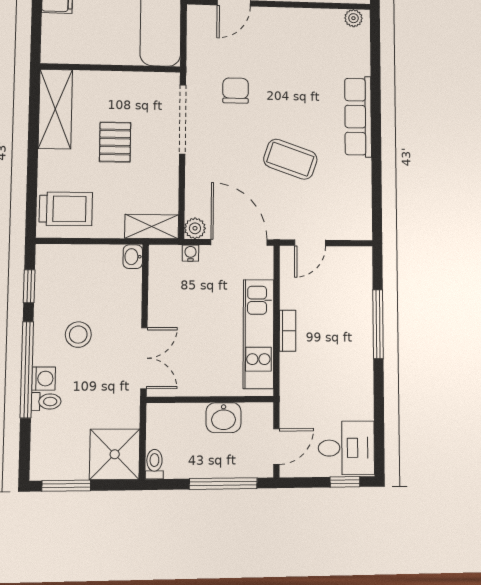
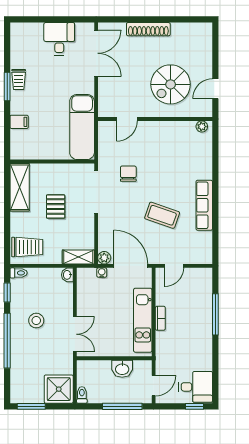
row of seats: (358, 117) -> (204, 205), moved
washing machine: (44, 379) -> (17, 346), removed
toilet: (46, 402) -> (19, 273), moved

